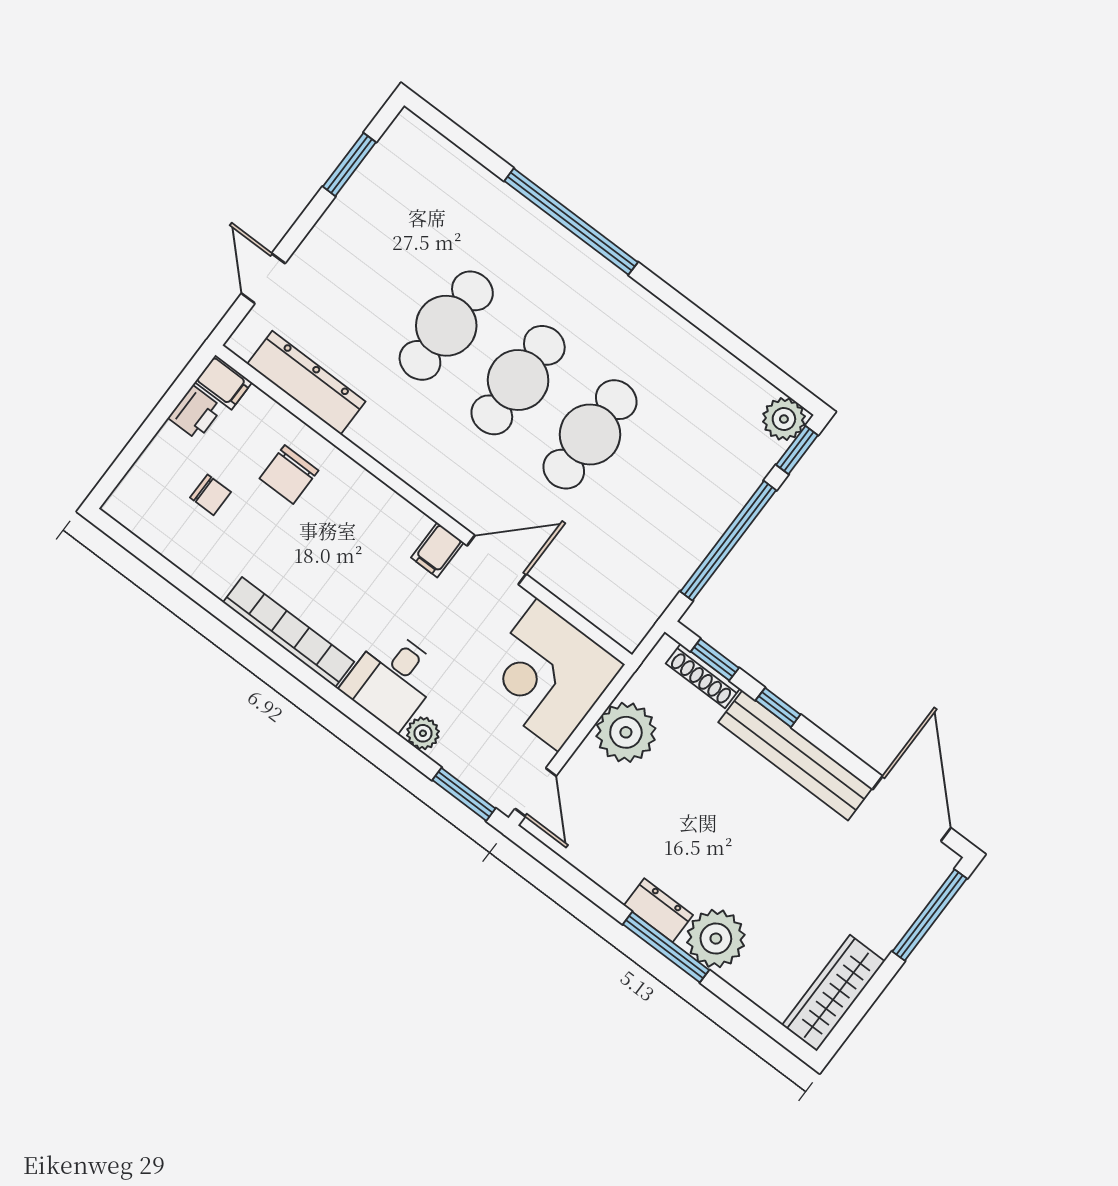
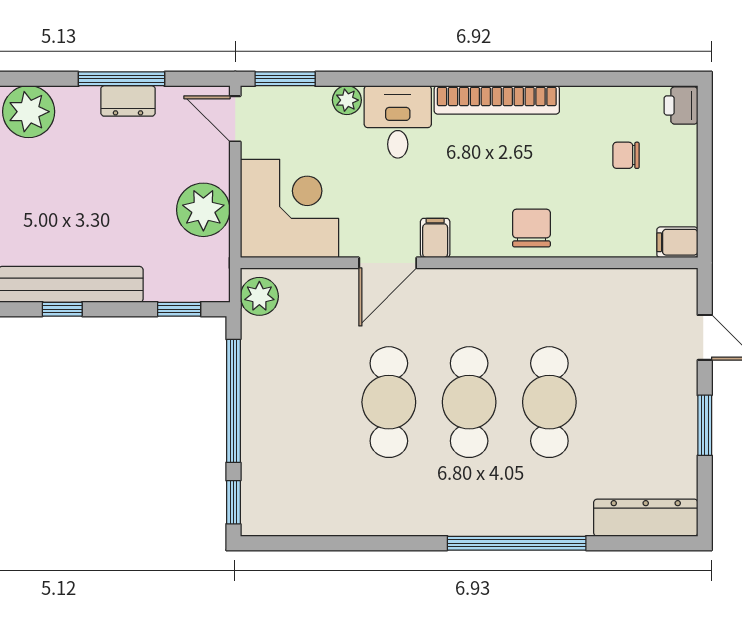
window: (349, 164) -> (705, 425), moved
dresser: (306, 383) -> (646, 518), moved, turned 180
printer: (195, 413) -> (681, 105), moved
plant: (784, 419) -> (259, 296), moved
chair: (289, 474) -> (531, 228), moved
shoe rack: (703, 676) -> (179, 291), removed
window: (778, 707) -> (62, 309), moved
dresser: (658, 910) -> (128, 101), moved
window: (666, 947) -> (121, 79), moved

